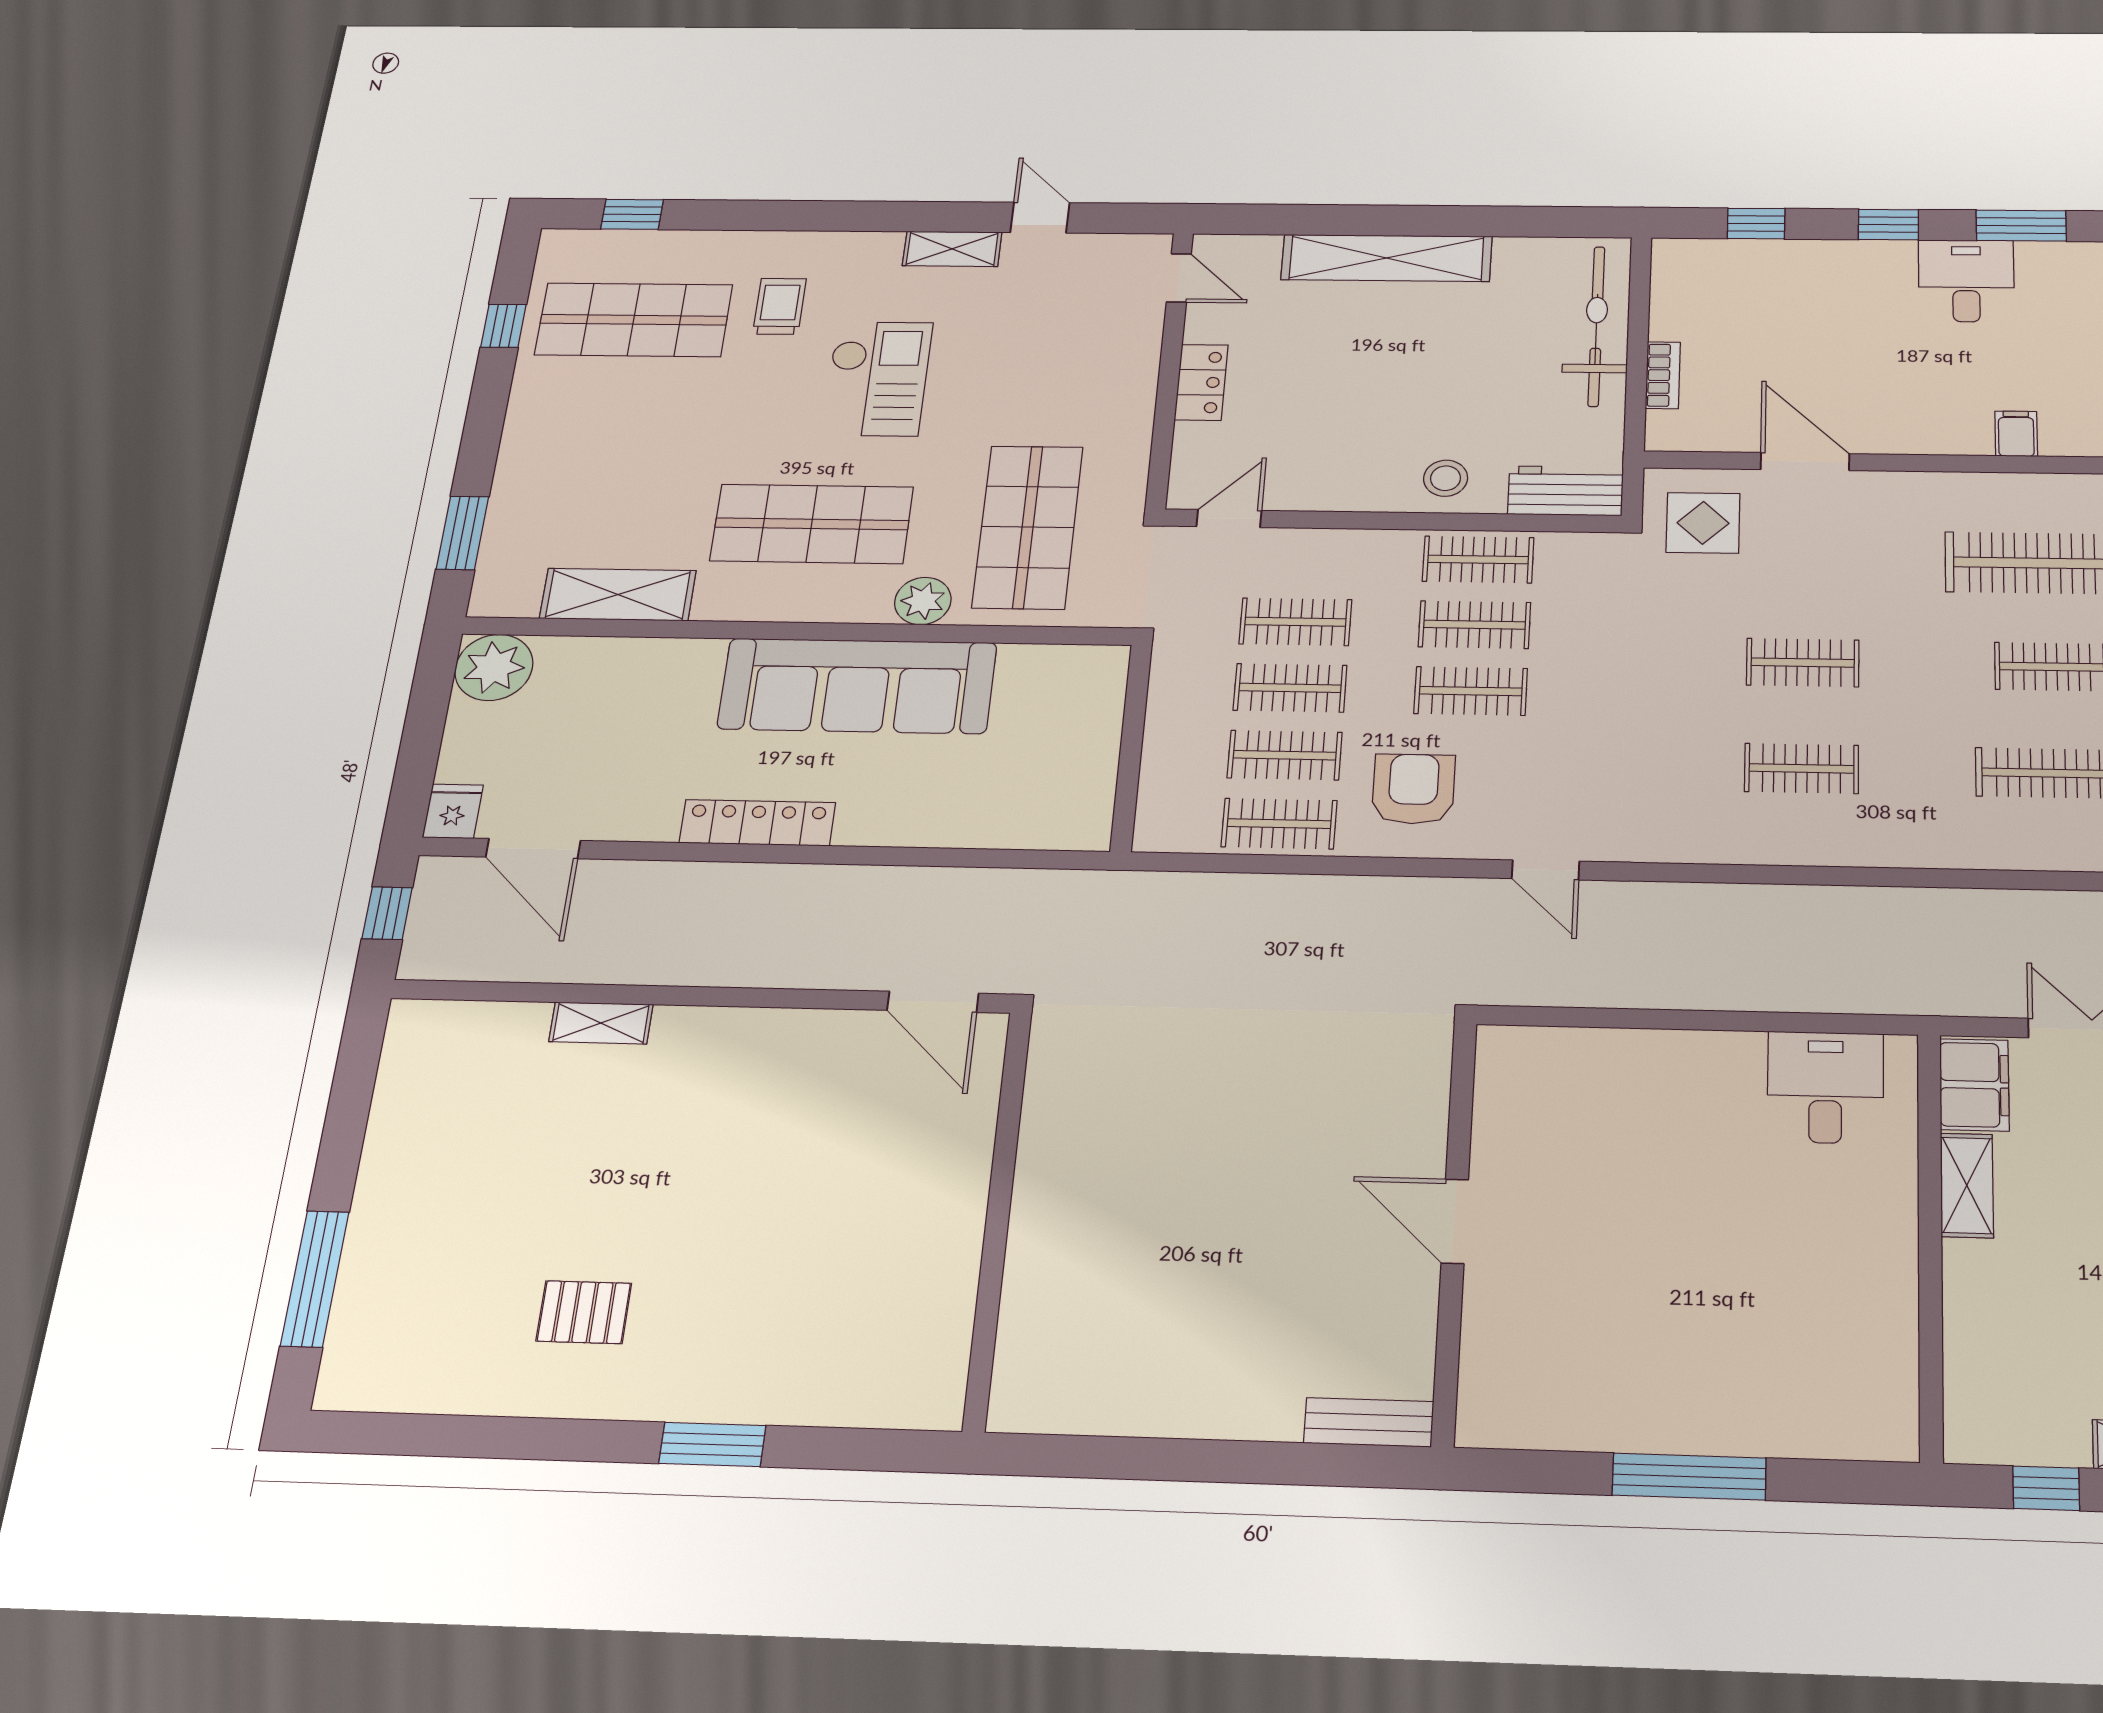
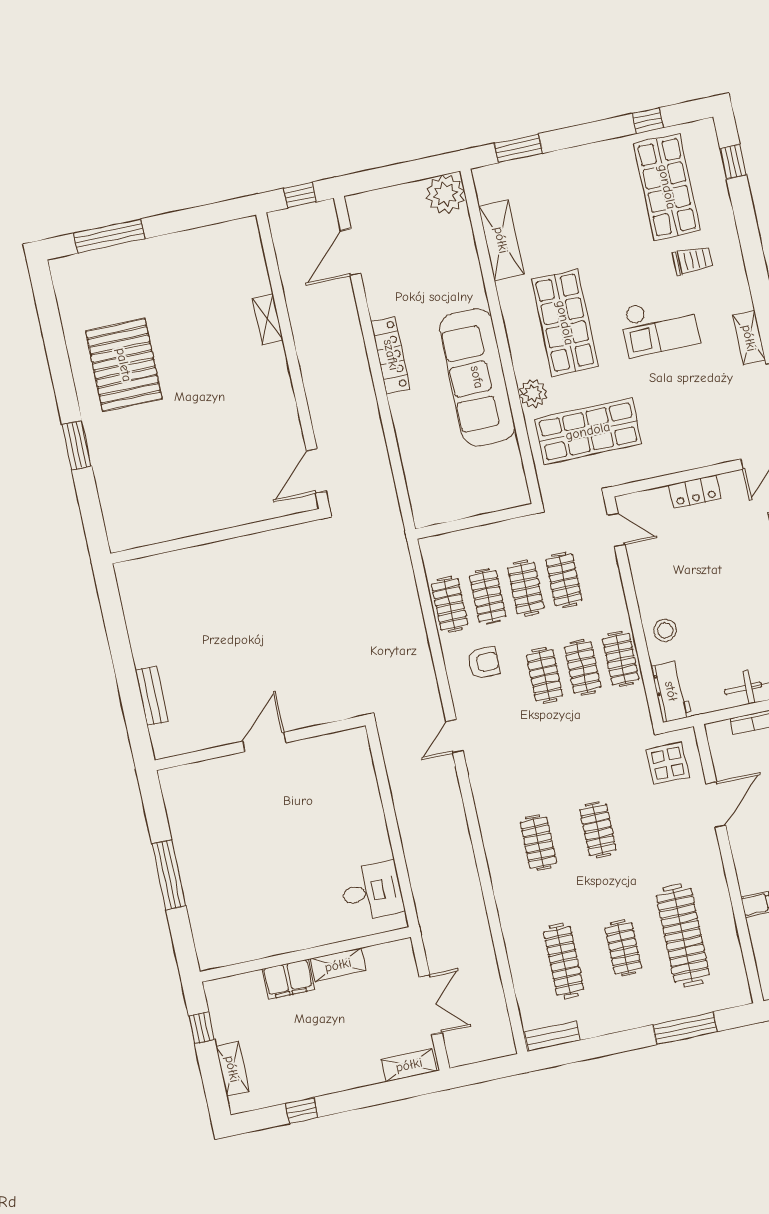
armchair: (1413, 789) -> (484, 663), width x0.72, depth x0.72
fridge: (453, 811) -> (361, 205), removed
filing cabinet: (1974, 1085) -> (288, 979), moved
pallet: (584, 1312) -> (124, 365), width x2.05, depth x2.00
bench: (1369, 1422) -> (152, 696), moved

